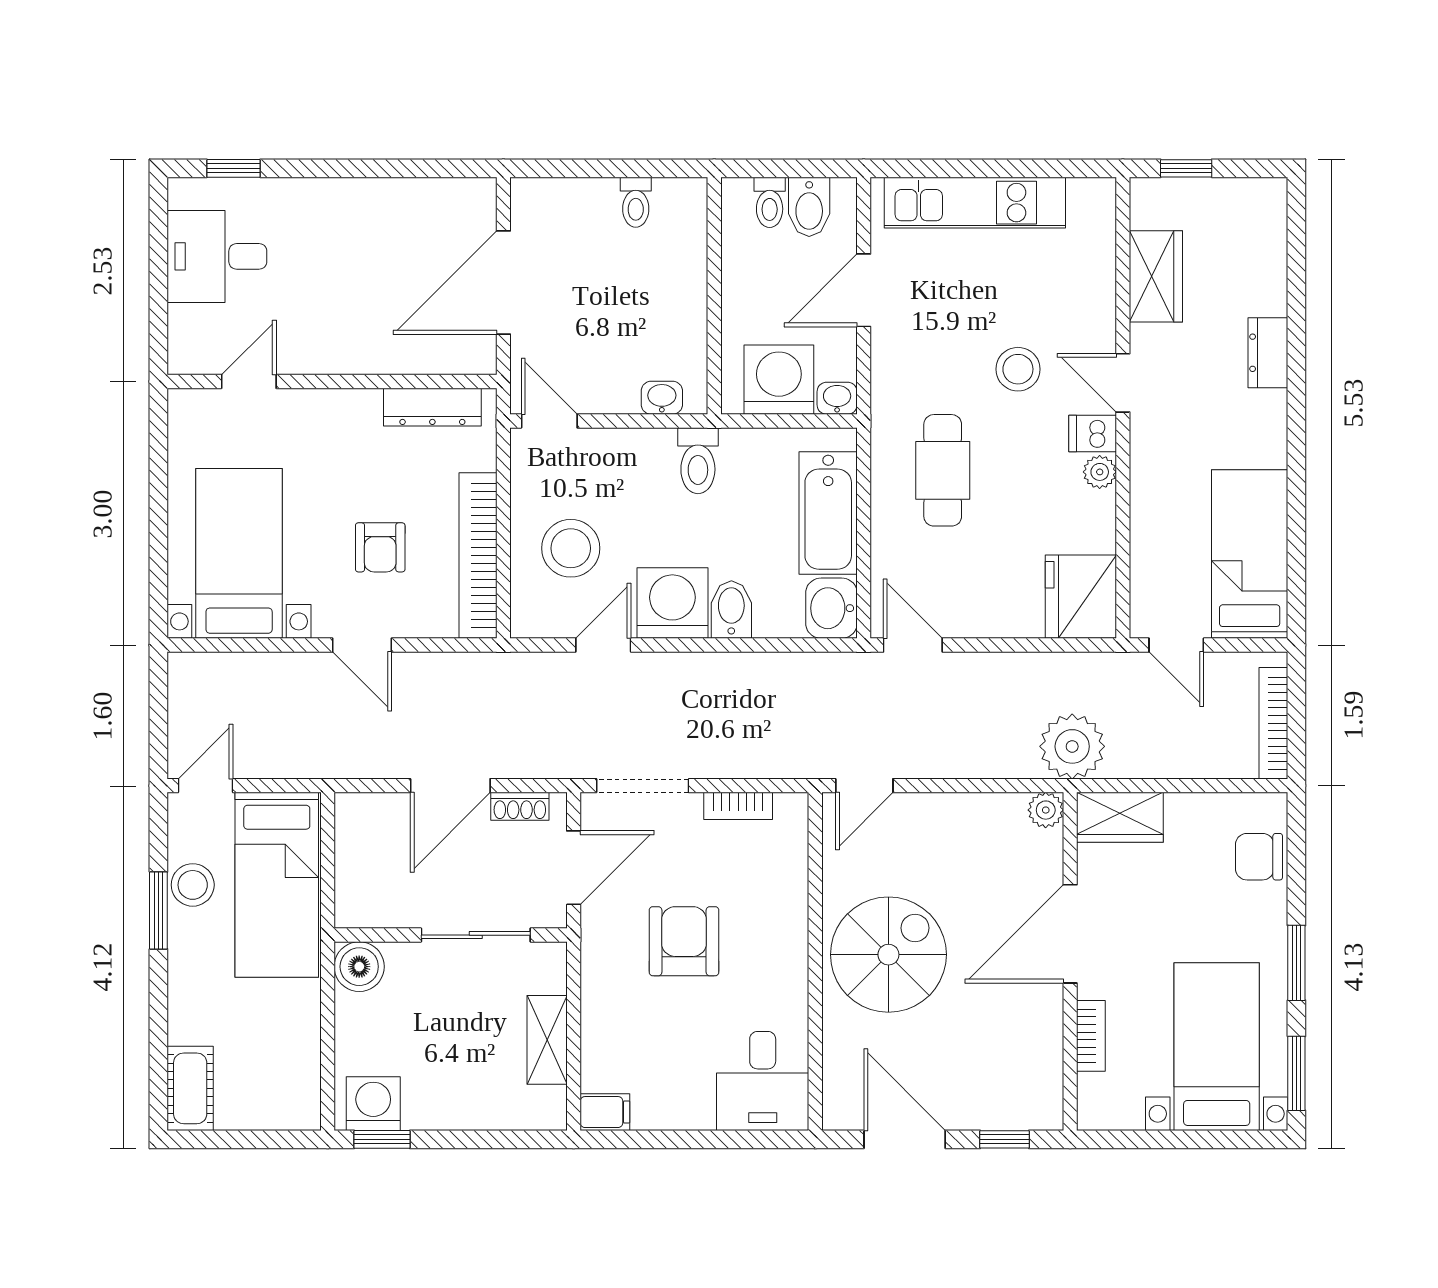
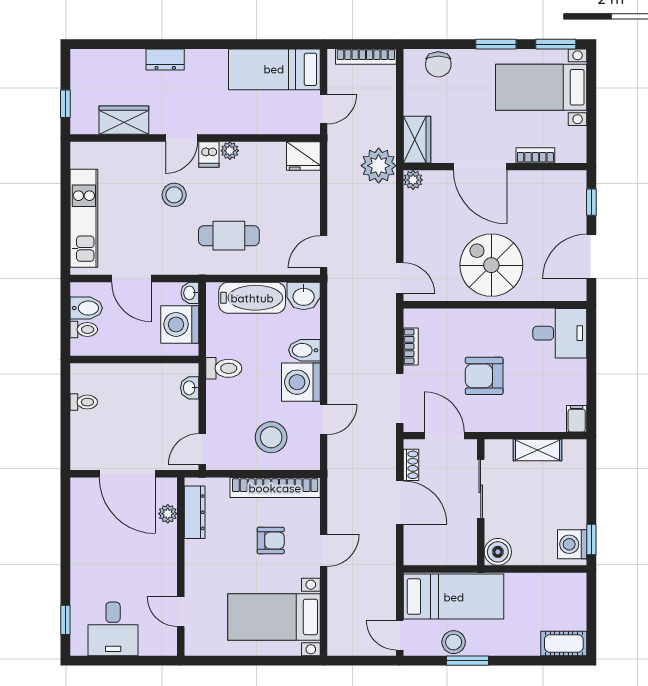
plant: (430, 357) -> (168, 514), added
fridge: (1081, 597) -> (303, 156), width x0.73, depth x0.75
door: (603, 645) -> (324, 420), swing flipped

